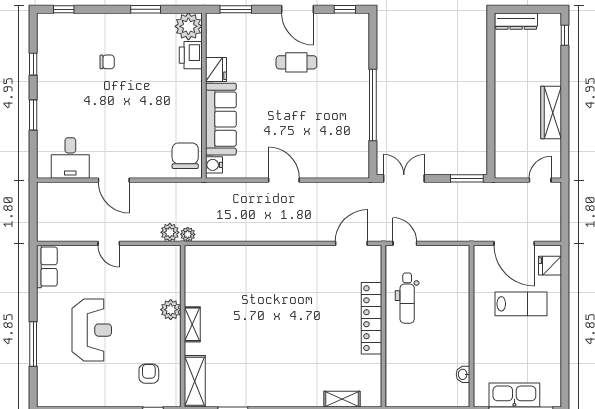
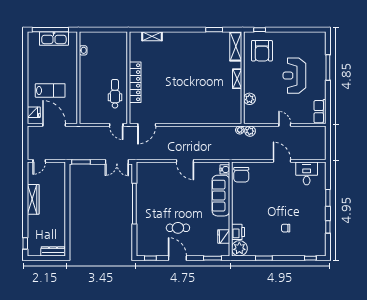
fridge: (216, 70) -> (224, 236), moved
lab bench: (521, 304) -> (50, 90), turned 180
plant: (171, 310) -> (249, 99), moved
armchair: (149, 374) -> (262, 51), width x1.88, depth x1.88

